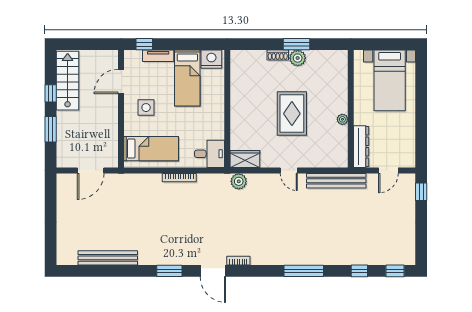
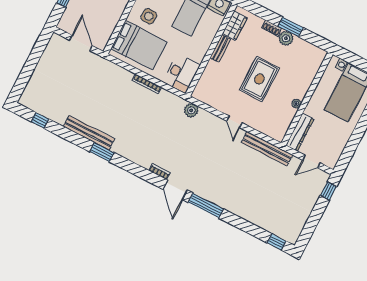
bench: (236, 103) -> (220, 48), added
bed: (151, 149) -> (139, 45), width x1.50
desk: (210, 154) -> (182, 73), width x1.37
wardrobe: (245, 159) -> (235, 26), moved, turned 90
door: (91, 170) -> (81, 43), swing flipped
bench: (108, 258) -> (89, 133), moved
door: (213, 271) -> (175, 190), moved
window: (359, 271) -> (40, 120), moved

